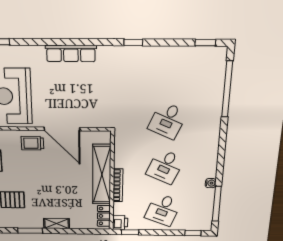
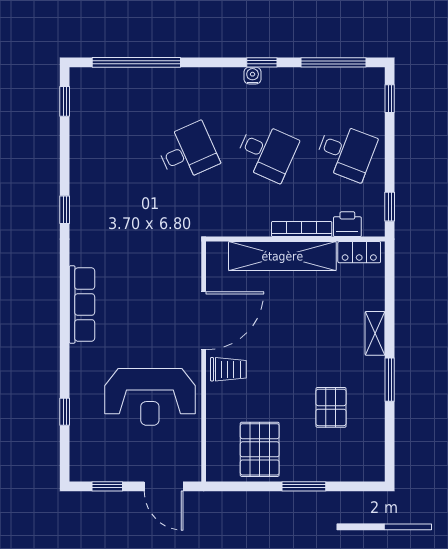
desk: (168, 120) -> (188, 152), turned -48
trolley: (32, 143) -> (228, 369), turned -90
window: (220, 164) -> (262, 62), added
water cooler: (211, 183) -> (253, 76), moved
printer: (120, 222) -> (347, 224), moved

